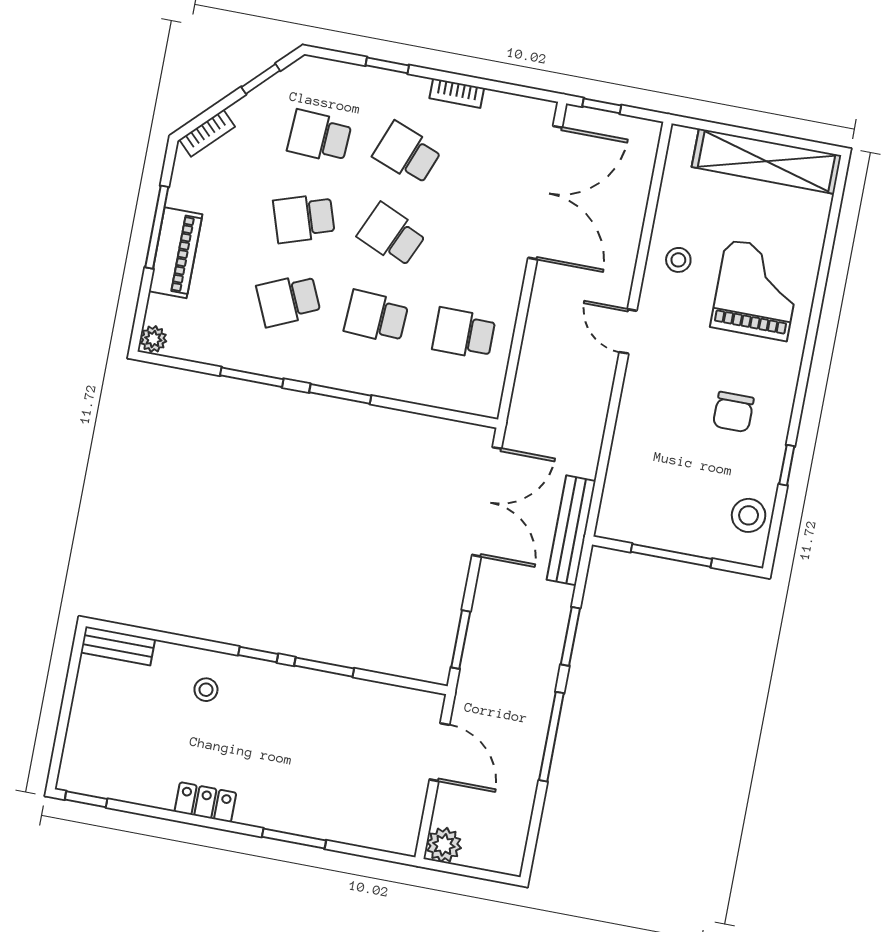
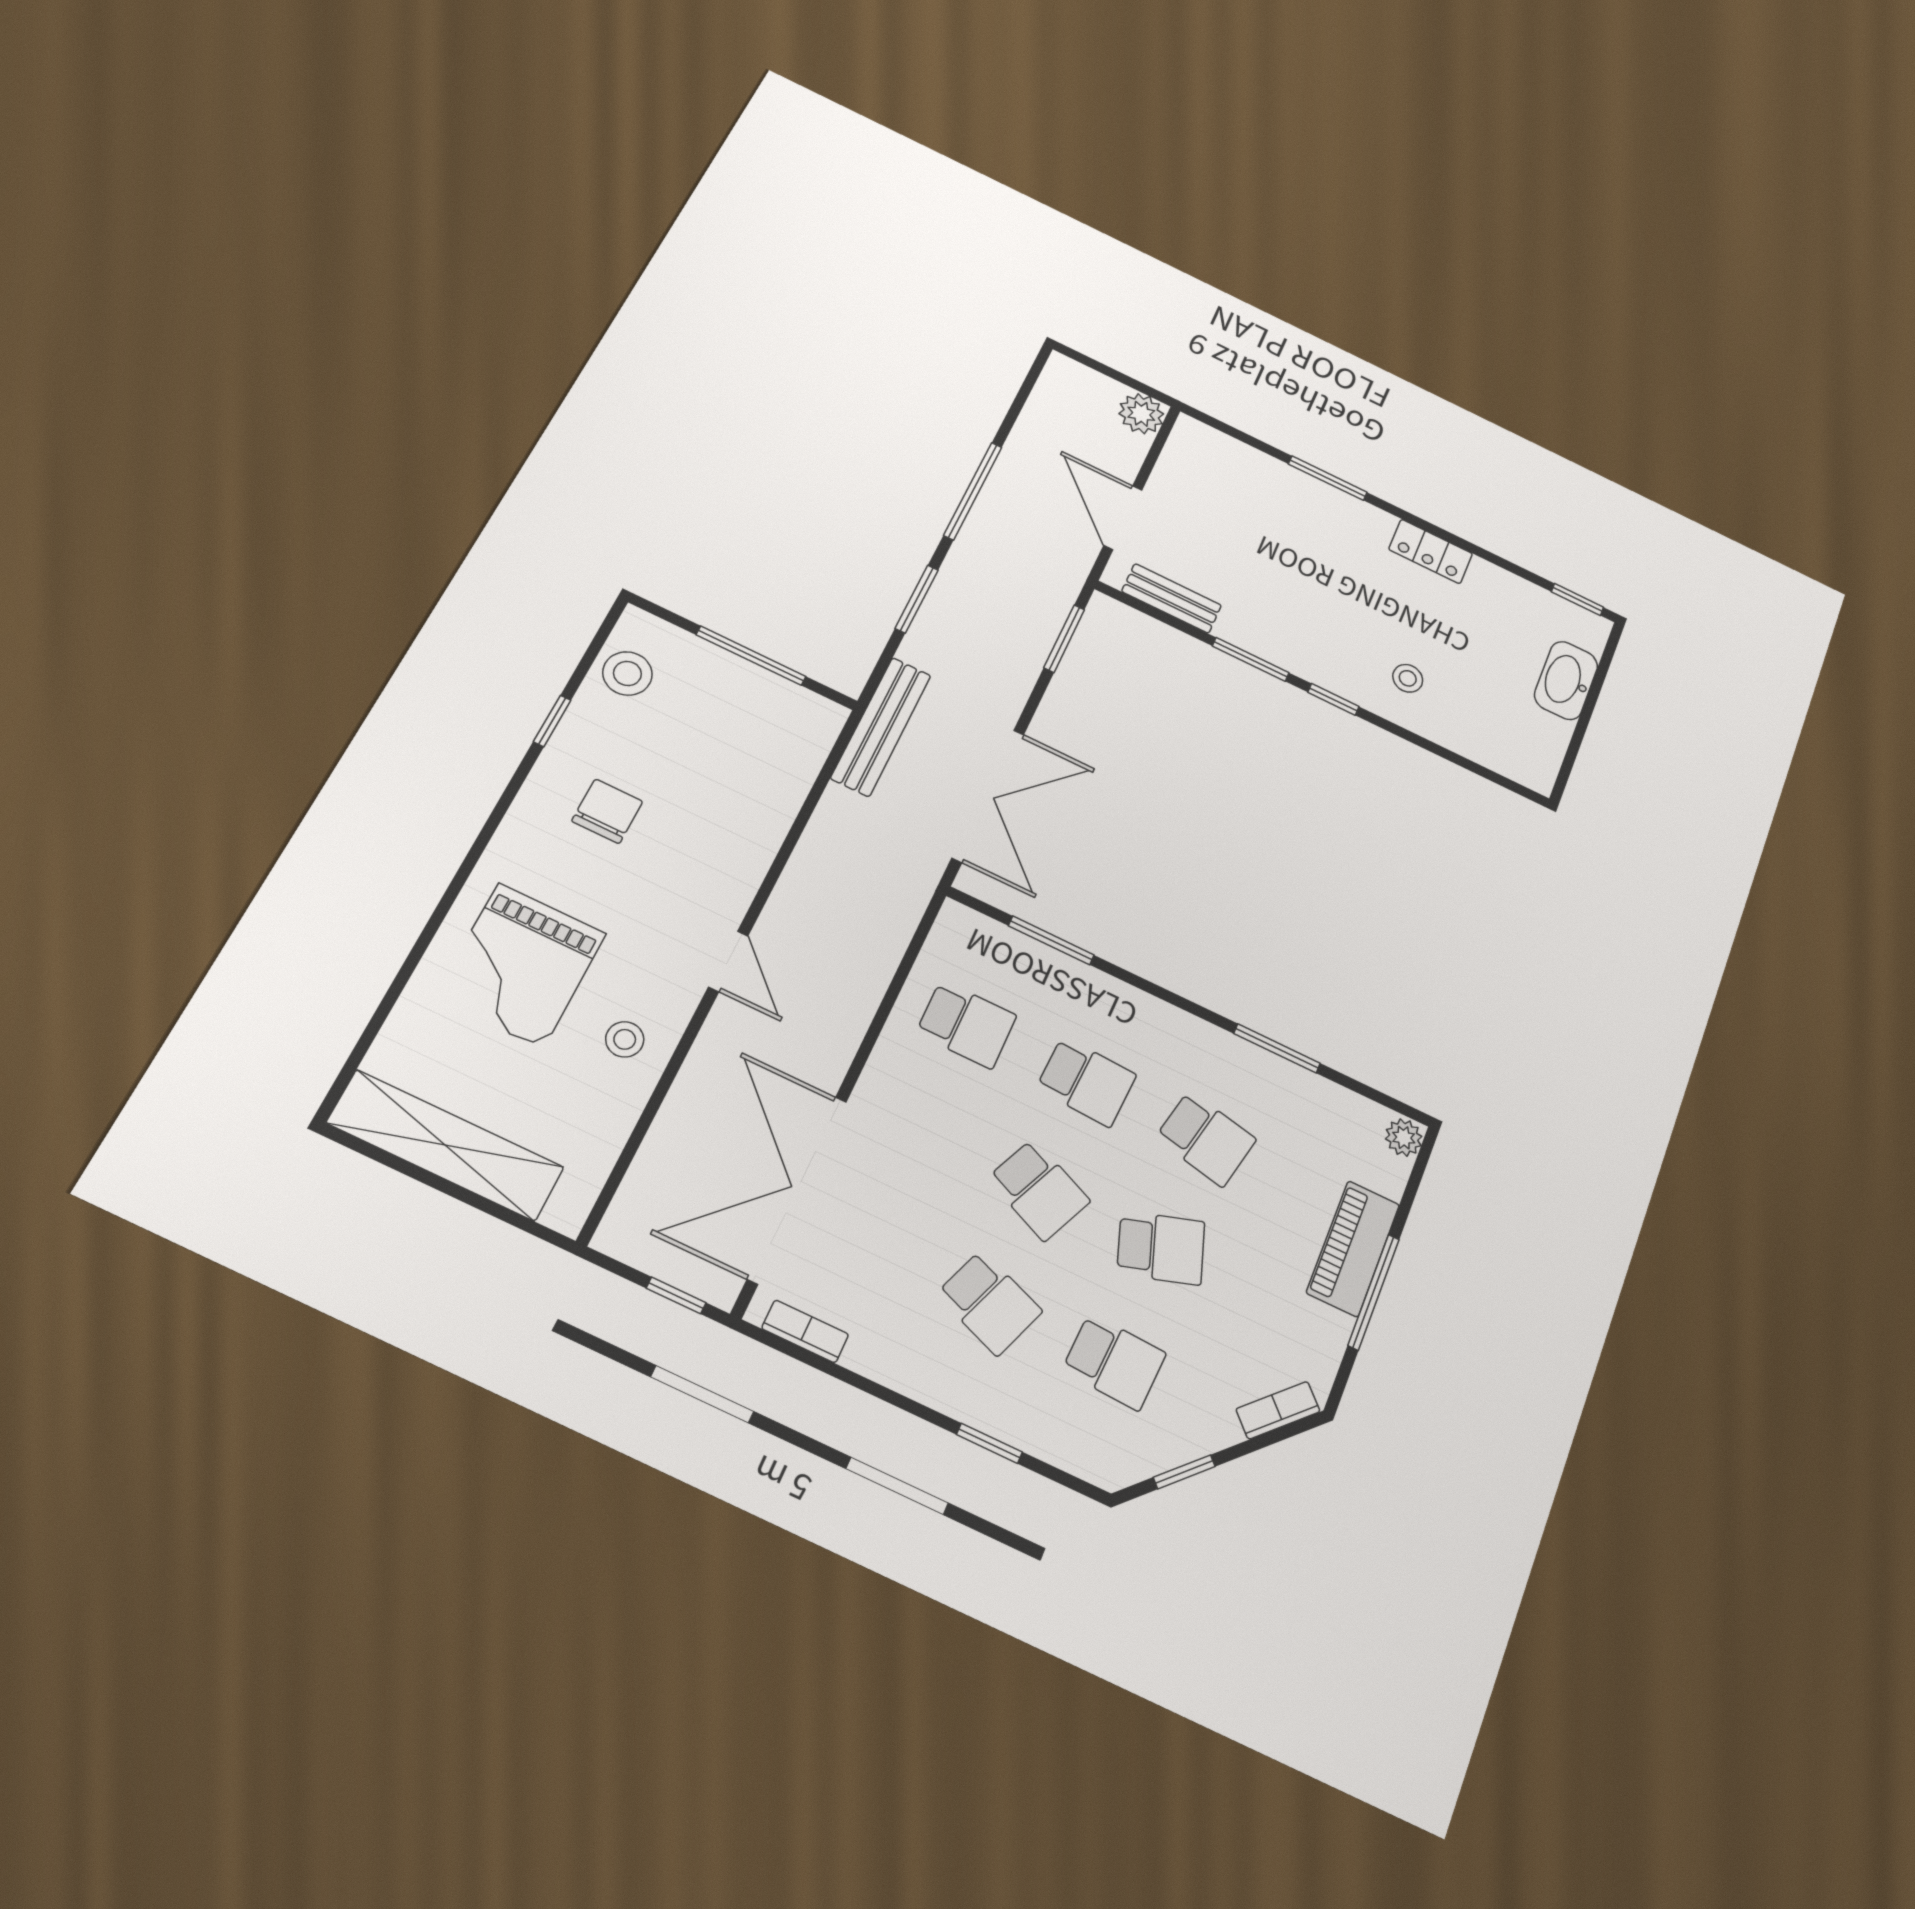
bookcase: (457, 93) -> (805, 1331), moved
school desk: (288, 300) -> (1206, 1139), turned 36
window: (340, 394) -> (1051, 940), moved
double door: (487, 502) -> (988, 796), swing flipped
bench: (118, 646) -> (1172, 598), moved
washbasin: (86, 727) -> (1566, 680), added

